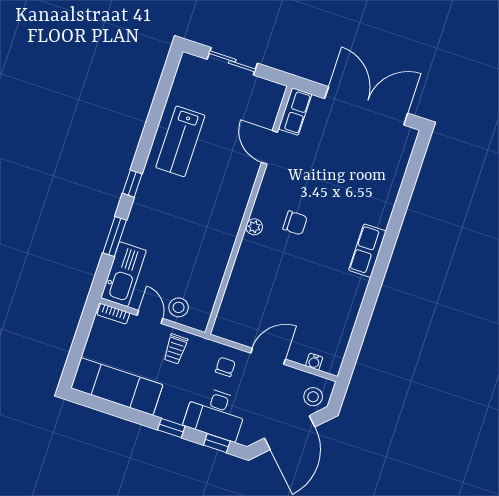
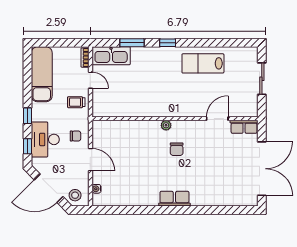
stool: (179, 307) -> (102, 96), removed
door: (150, 317) -> (90, 80), hinge flipped

